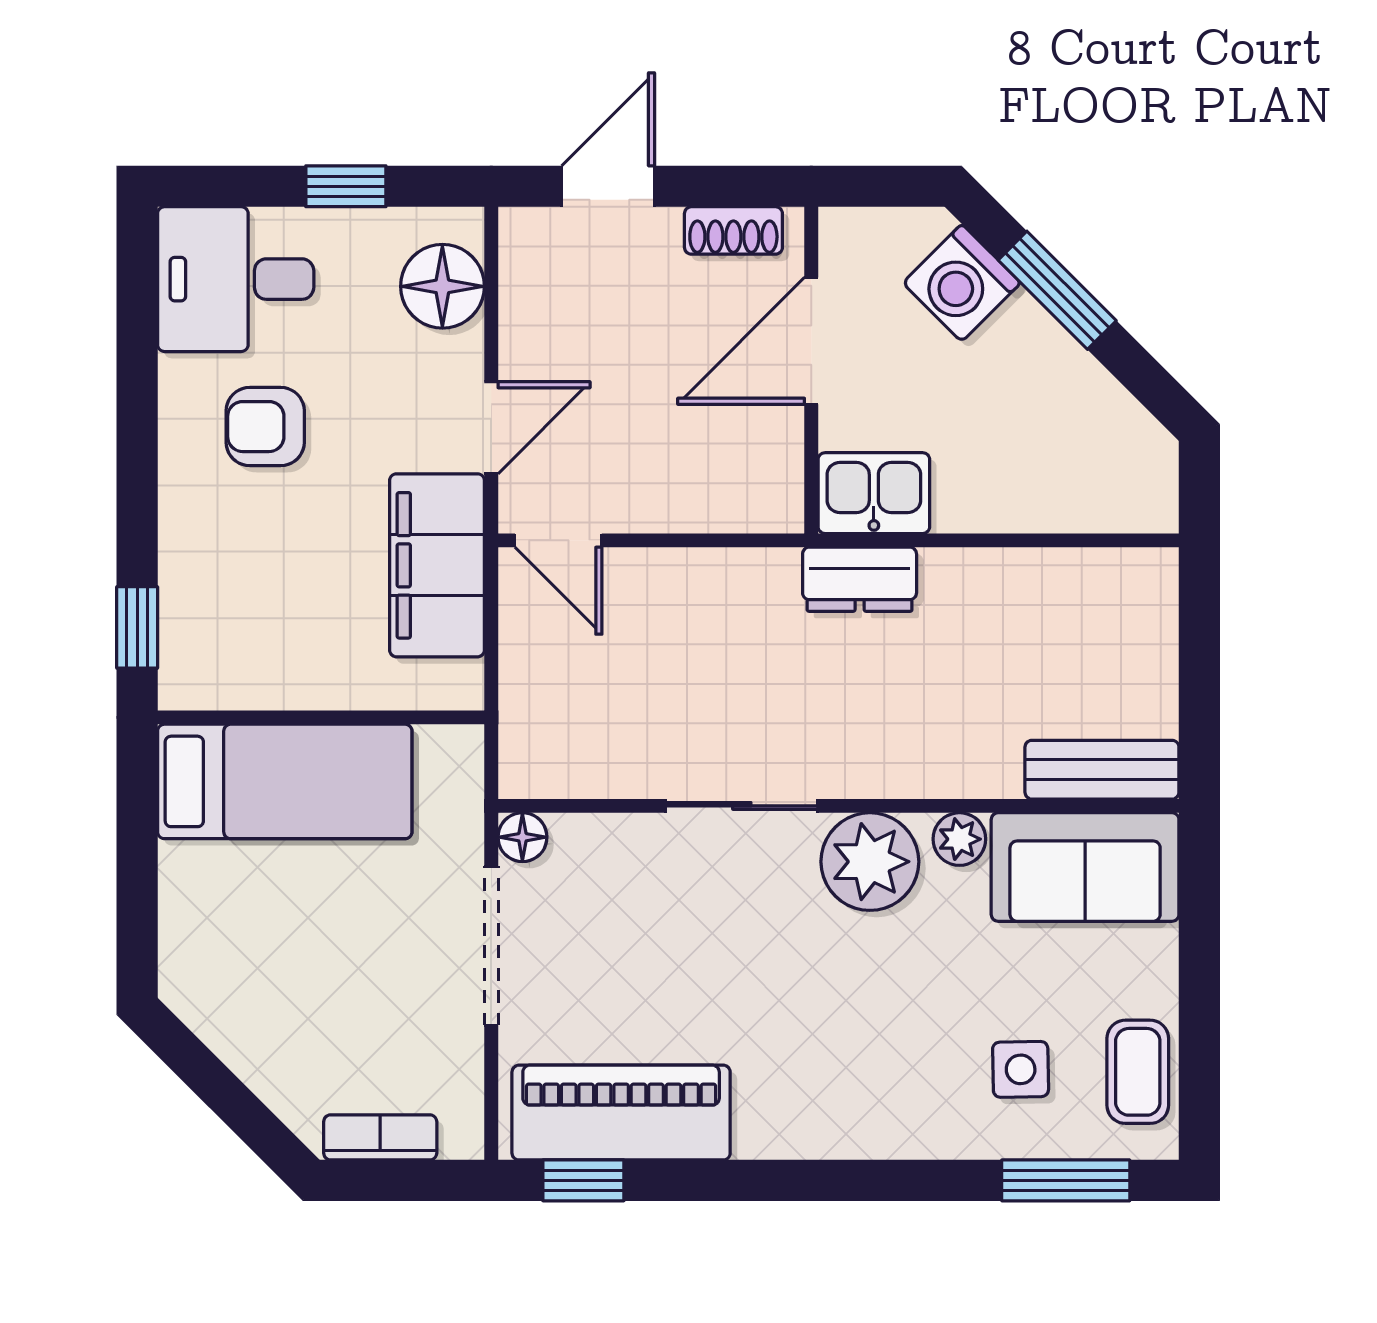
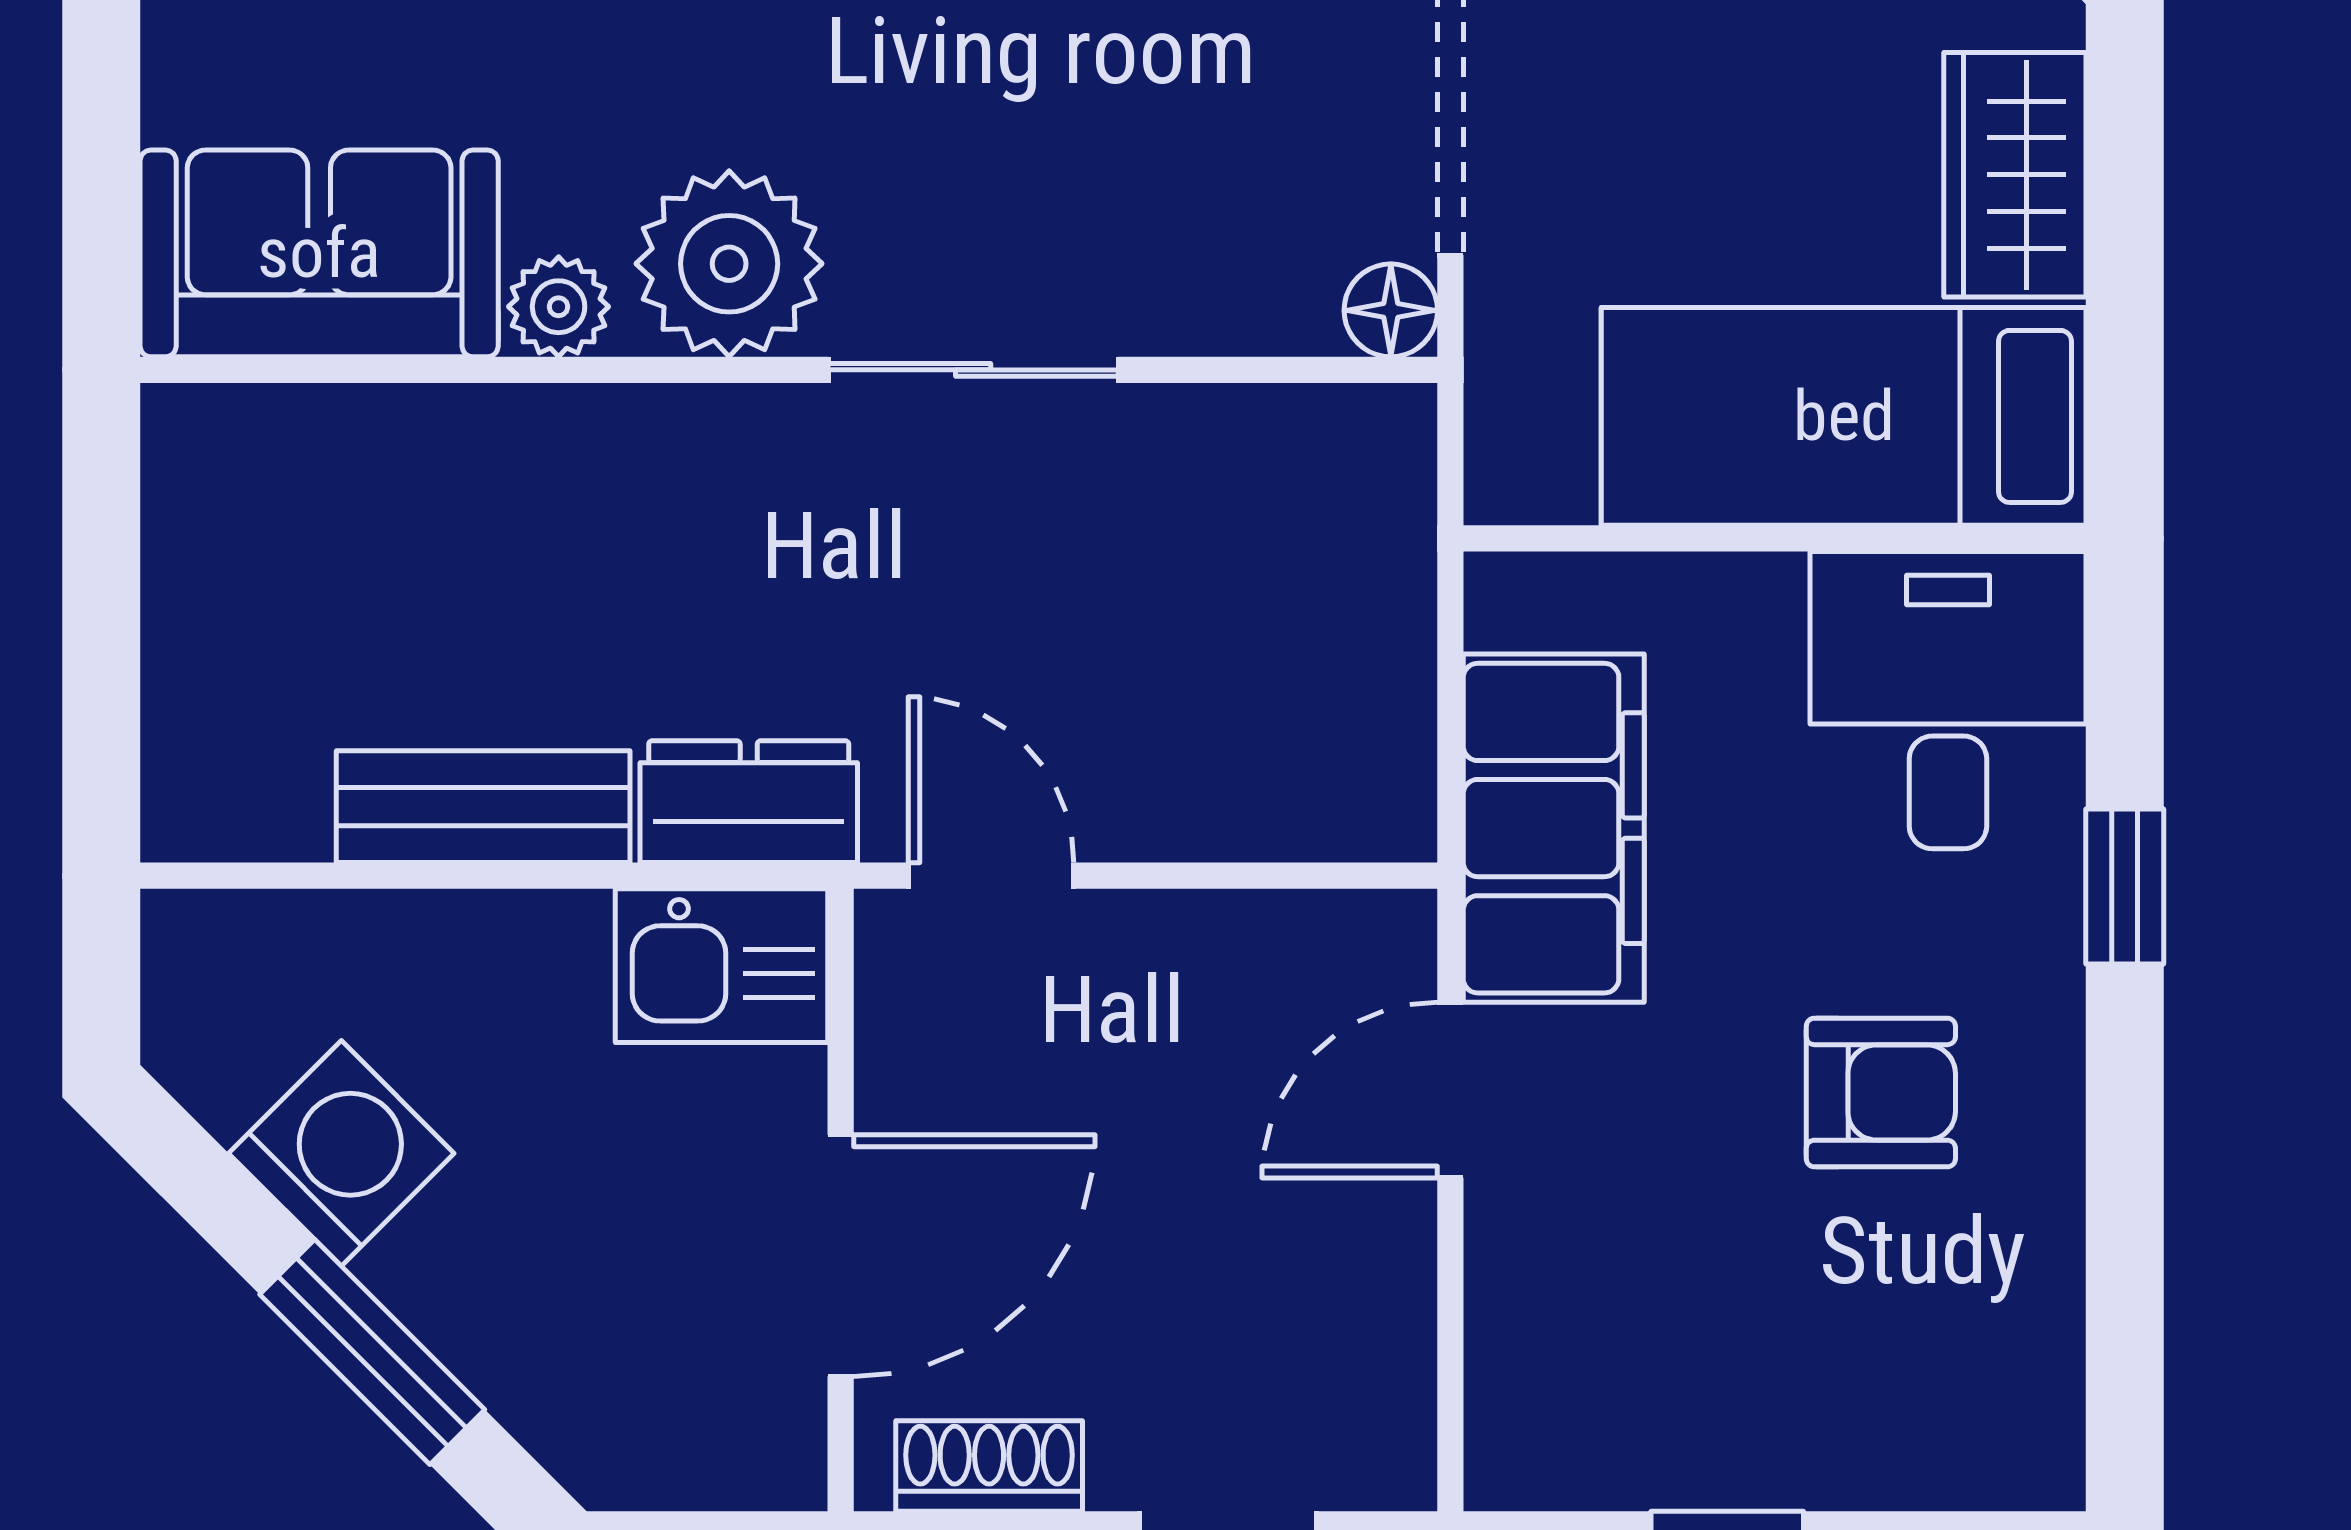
desk: (236, 279) -> (1948, 700), moved, turned -90
washing machine: (962, 283) -> (341, 1153), moved
floor lamp: (442, 286) -> (1543, 1360), removed
door: (558, 540) -> (991, 876), moved
window: (137, 627) -> (2125, 887), moved
bench: (1102, 770) -> (483, 807), moved
wardrobe: (195, 908) -> (2015, 175), added

